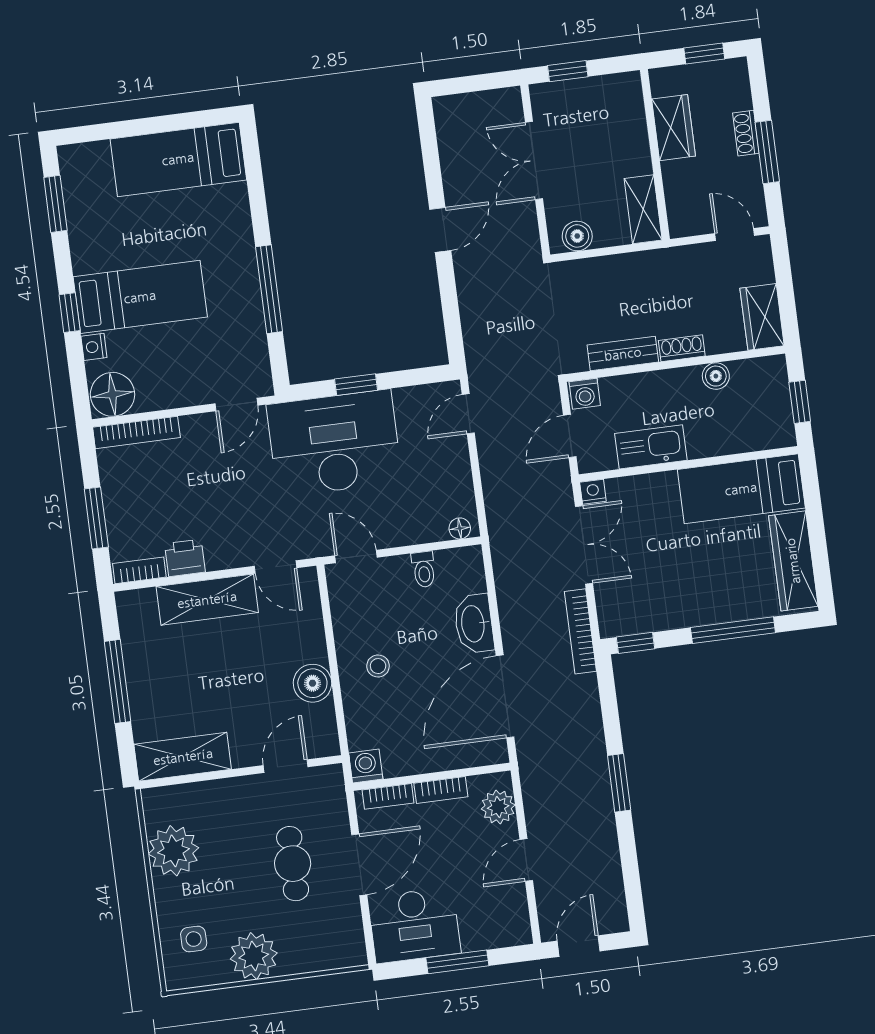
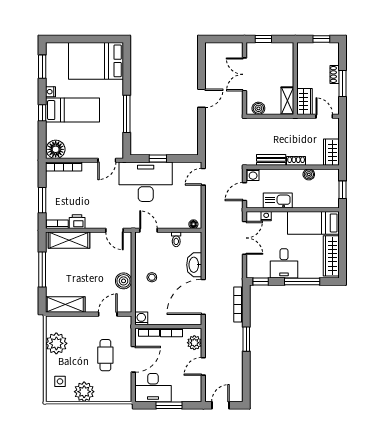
wardrobe: (674, 128) -> (305, 102), moved
bed: (178, 159) -> (96, 61), width x1.50
nightstand: (94, 347) -> (50, 92), moved
nightstand: (593, 492) -> (266, 216), moved
desk: (685, 593) -> (284, 263), added
shelving: (207, 600) -> (69, 240), moved
bookcase: (580, 631) -> (238, 304), moved

